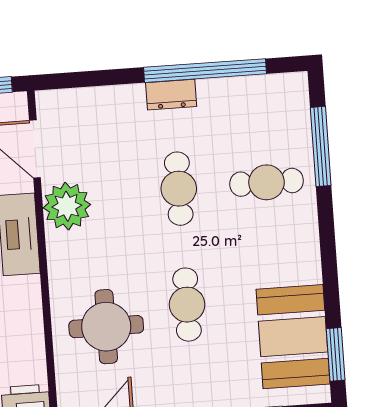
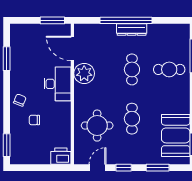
window: (205, 71) -> (126, 20), moved
dresser: (171, 95) -> (132, 30), width x1.44

